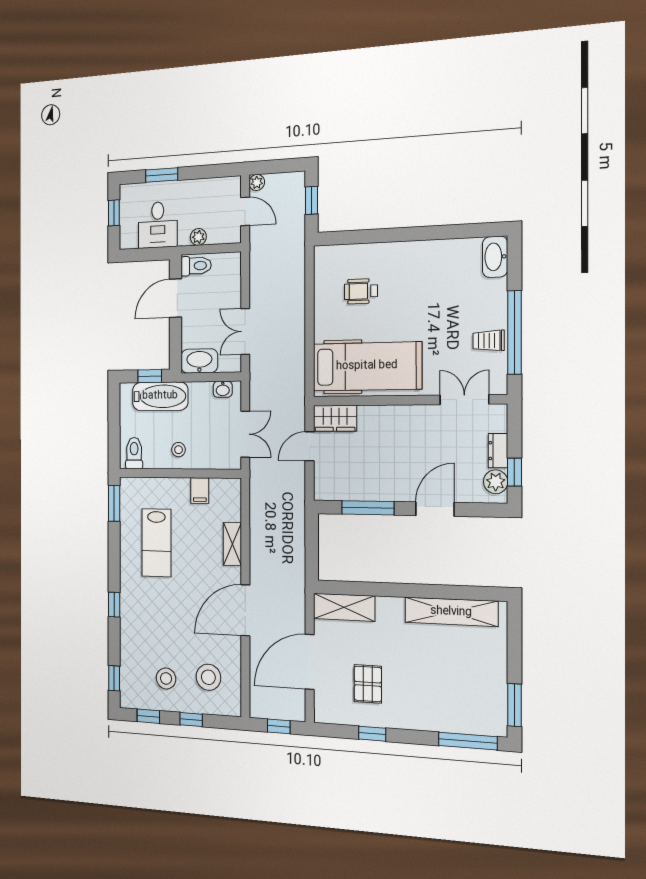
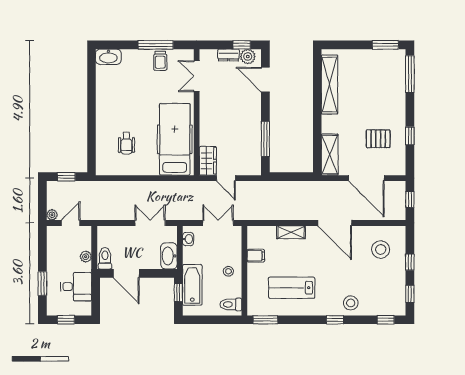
double door: (245, 331) -> (150, 223), swing flipped
window: (514, 332) -> (156, 45), width x0.68
door: (435, 509) -> (265, 80), moved
lab bench: (156, 543) -> (292, 288), turned 180
stool: (166, 678) -> (351, 303), moved

